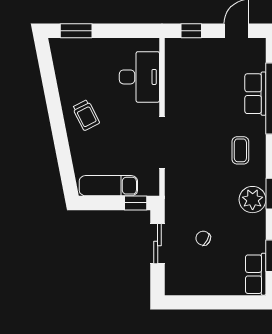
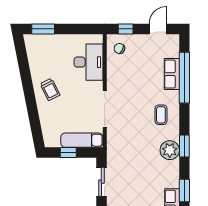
exam couch: (108, 186) -> (82, 140), moved
window: (136, 203) -> (68, 153), moved
chair: (203, 238) -> (119, 49), moved

